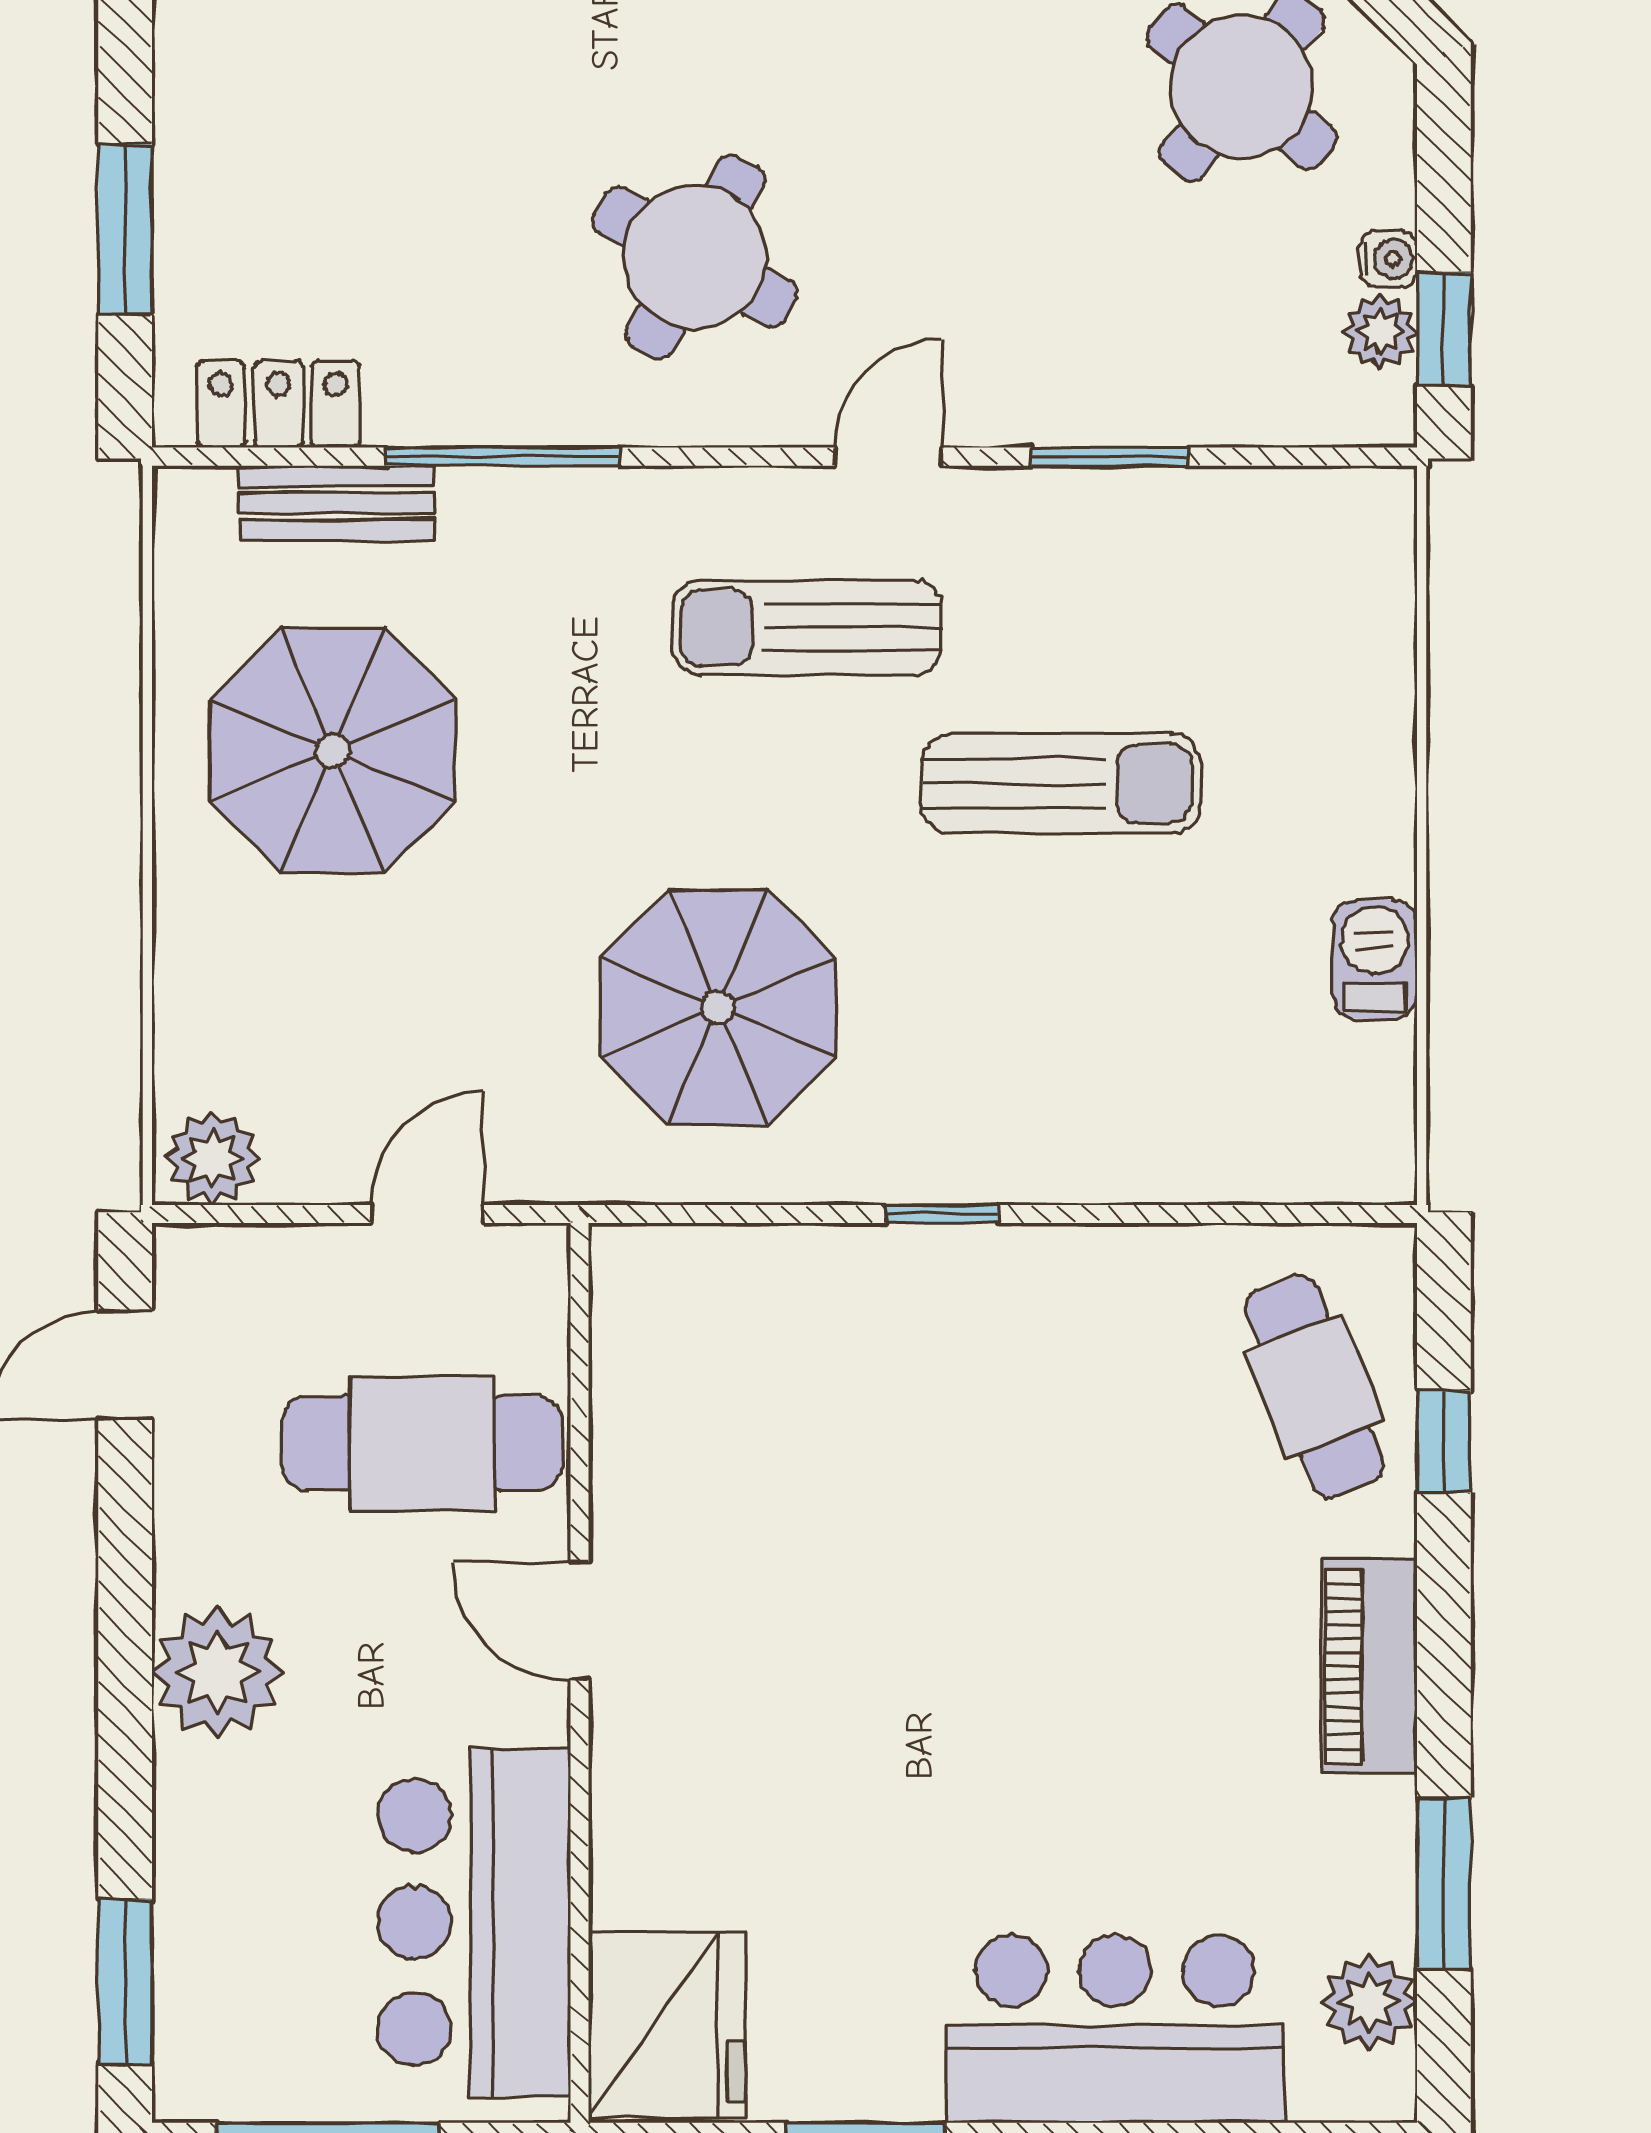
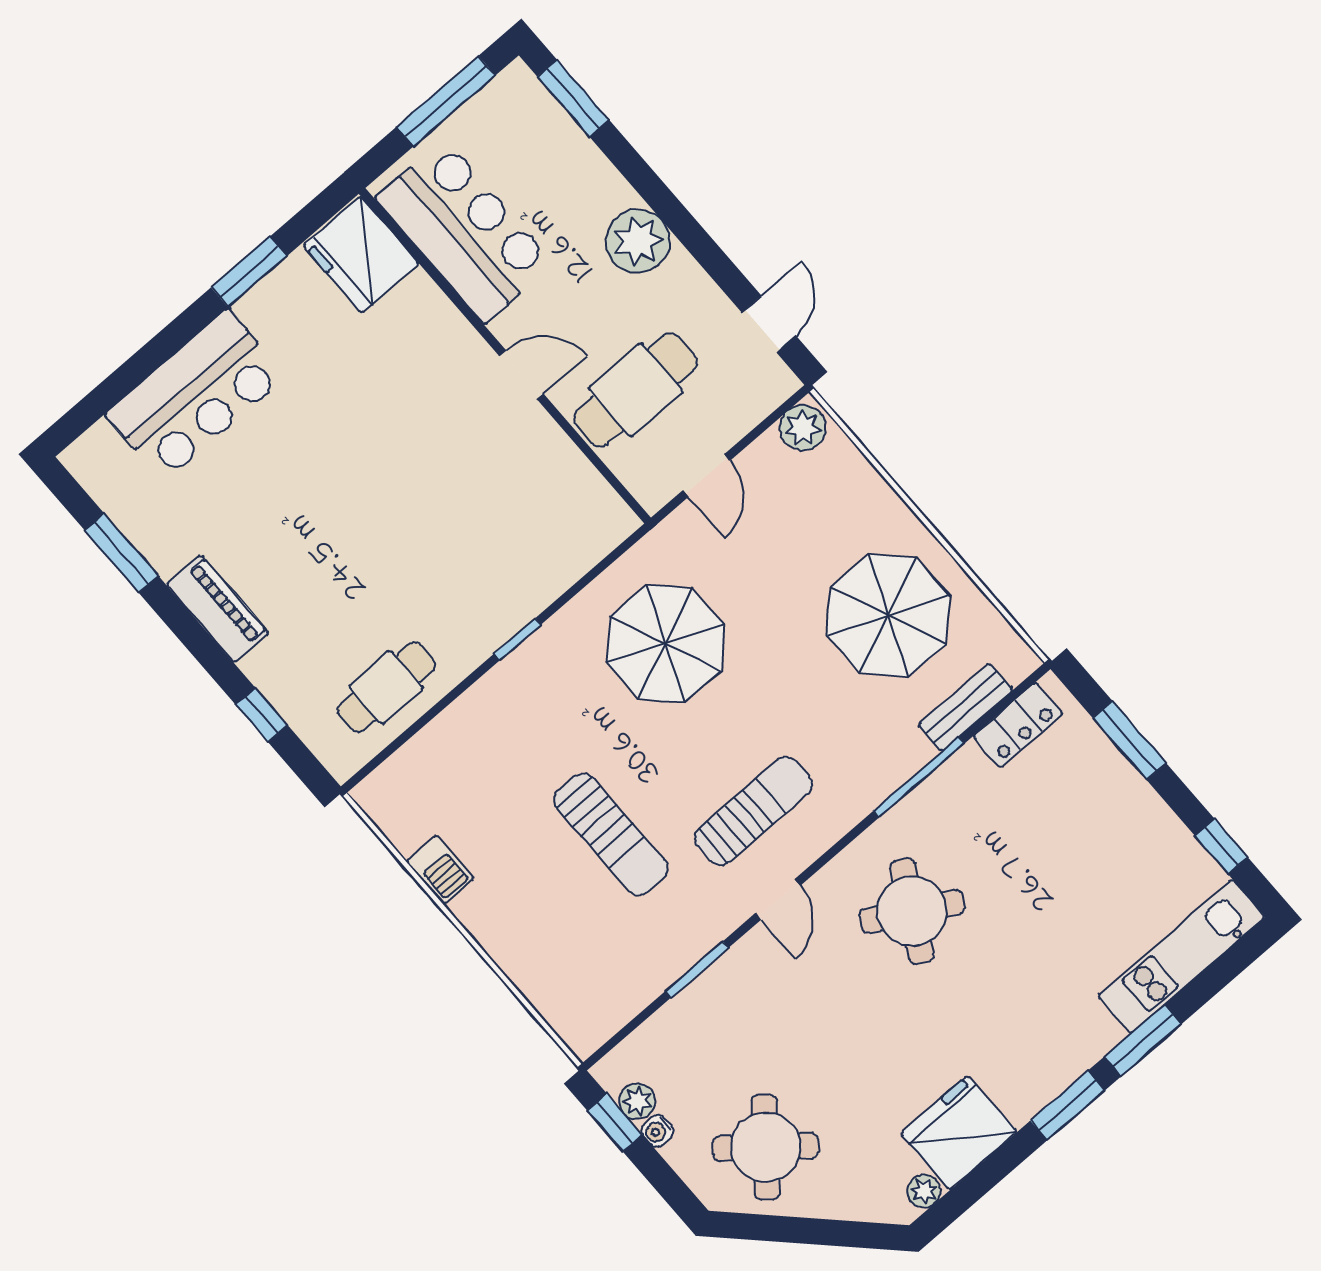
sun lounger: (1061, 784) -> (611, 834), turned -90
cafe table: (1315, 1386) -> (386, 687), moved, turned -69
plant: (1369, 2002) -> (111, 486), removed

